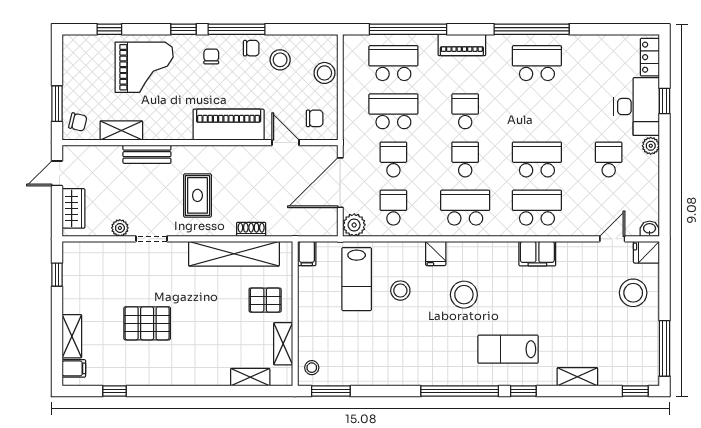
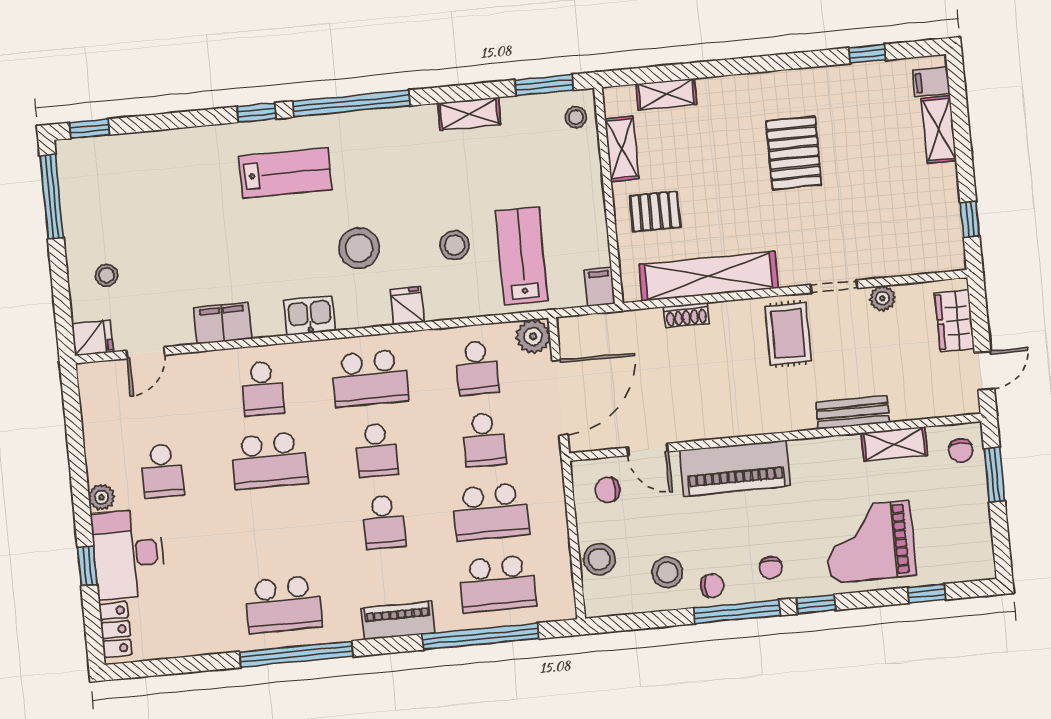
chair: (251, 48) -> (712, 586), turned 180
chair: (78, 122) -> (961, 450), turned -104
rug: (197, 195) -> (788, 334), moved
school desk: (537, 208) -> (263, 389), width x0.54
washbasin: (650, 229) -> (91, 373), removed
kitchen sink: (501, 253) -> (310, 316), added
filing cabinet: (537, 254) -> (223, 323), moved
stool: (633, 293) -> (107, 275), width x0.53, depth x0.53
pallet: (147, 323) -> (794, 153), moved, turned 90
shelving: (577, 377) -> (469, 114), moved

